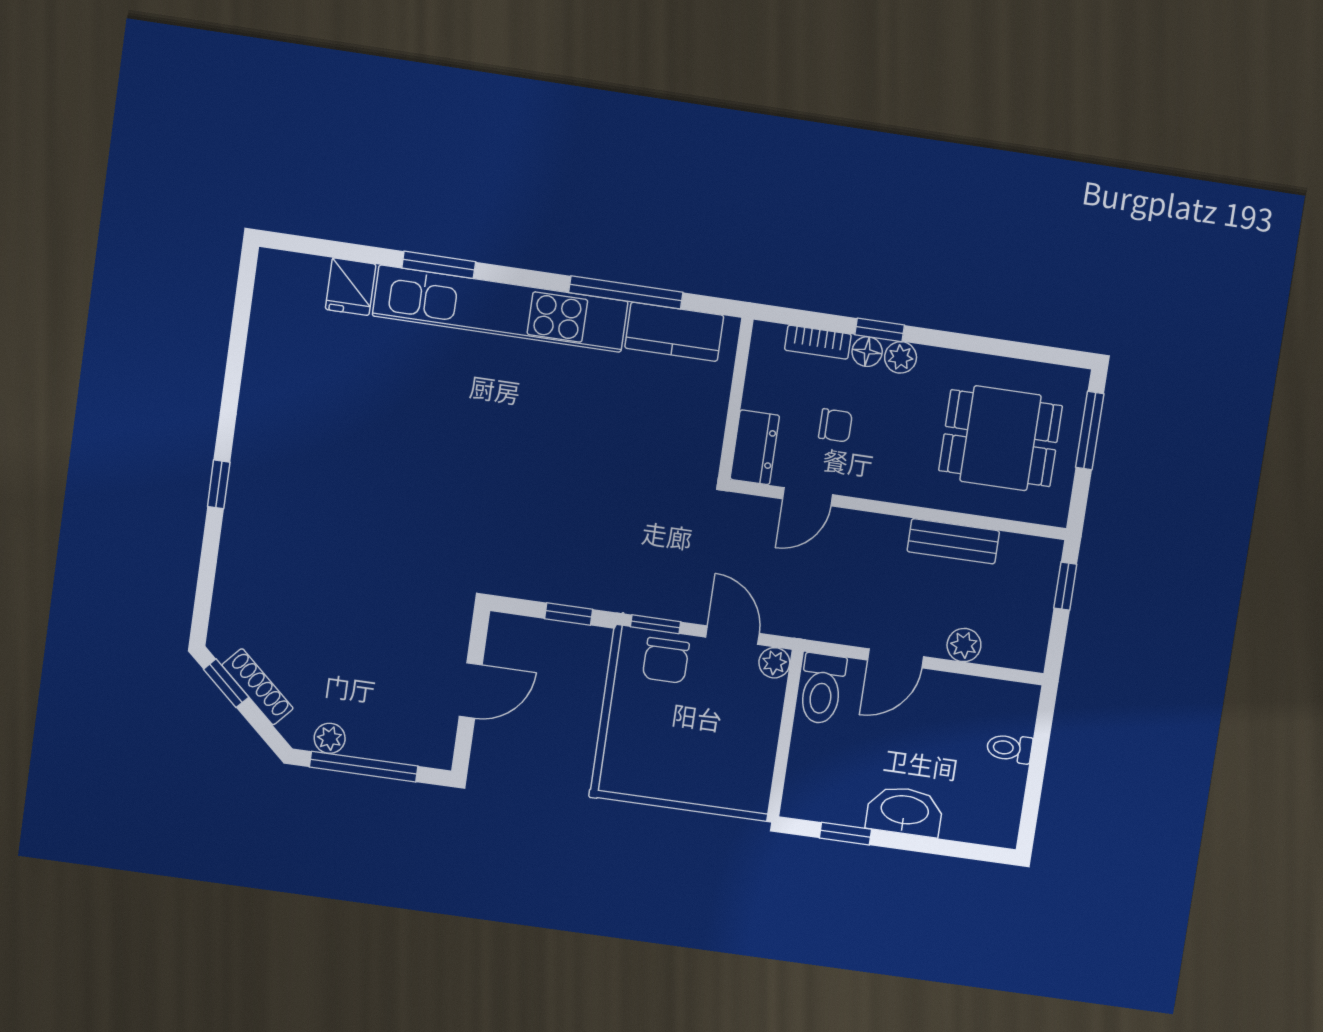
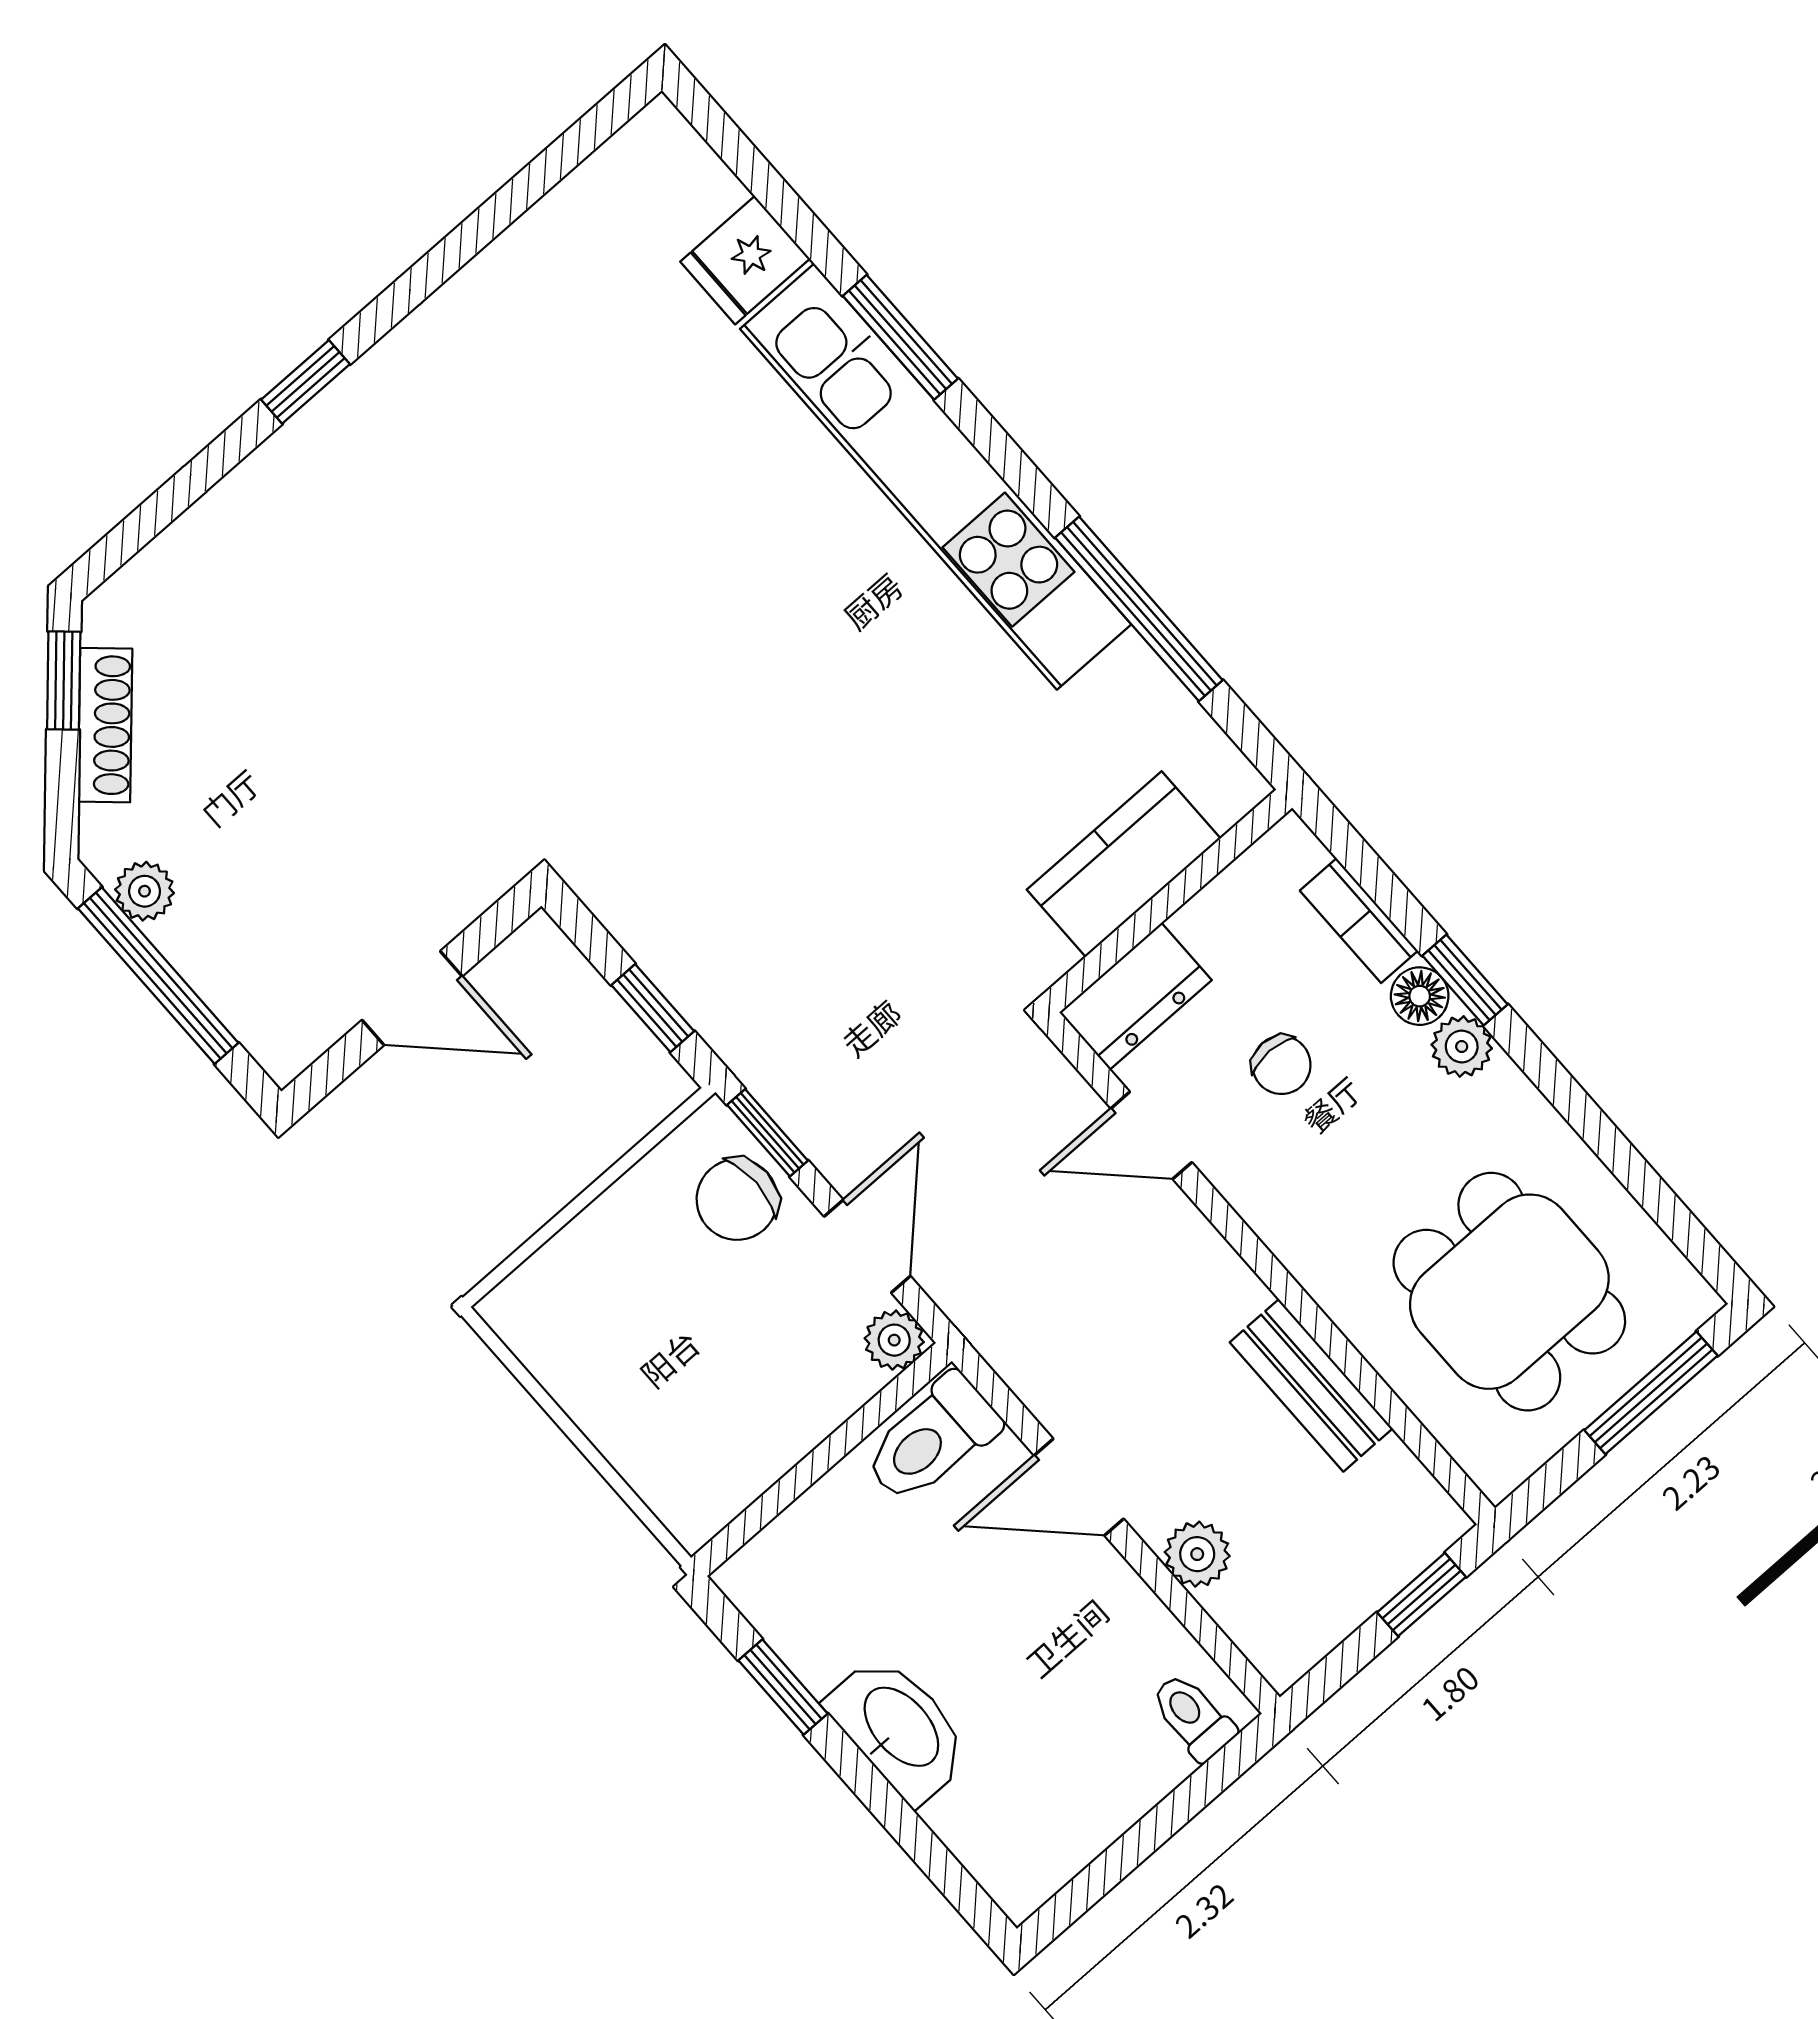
kitchen counter: (674, 332) -> (1124, 864), moved, turned 90
toilet: (1009, 748) -> (1193, 1717), moved

